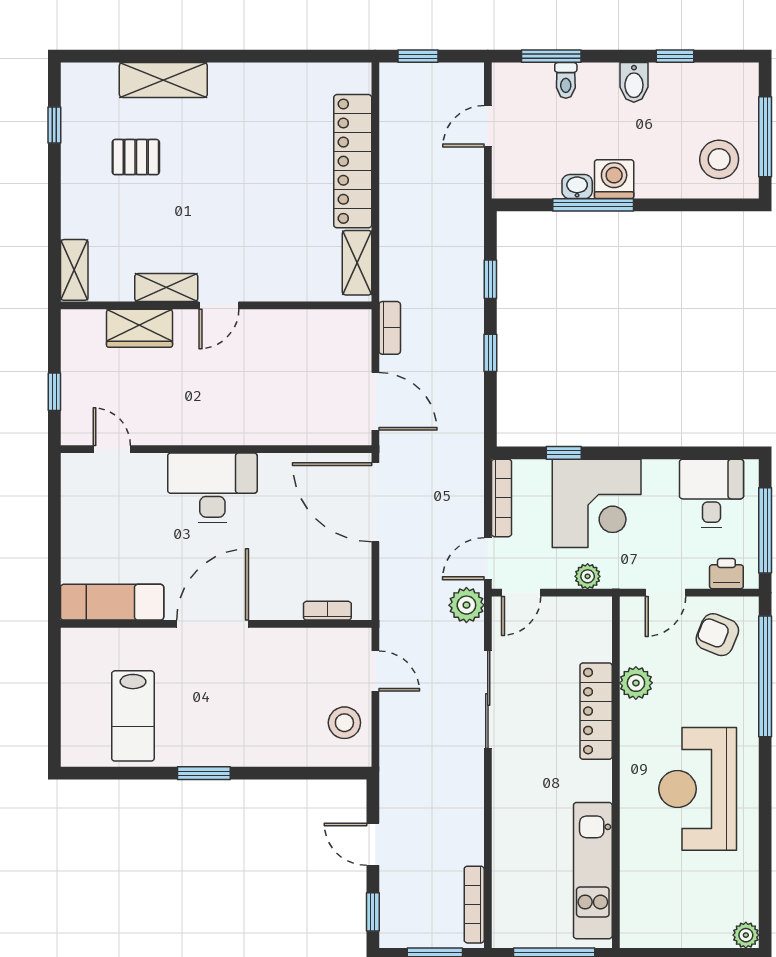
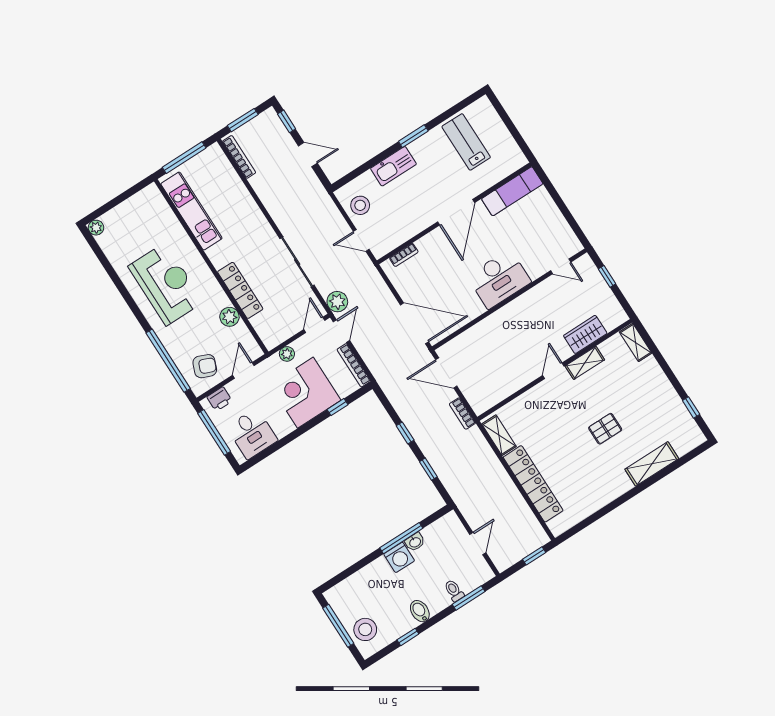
pallet: (136, 157) -> (605, 429), moved
stool: (719, 159) -> (365, 629), moved
kitchen sink: (260, 748) -> (393, 166), added

